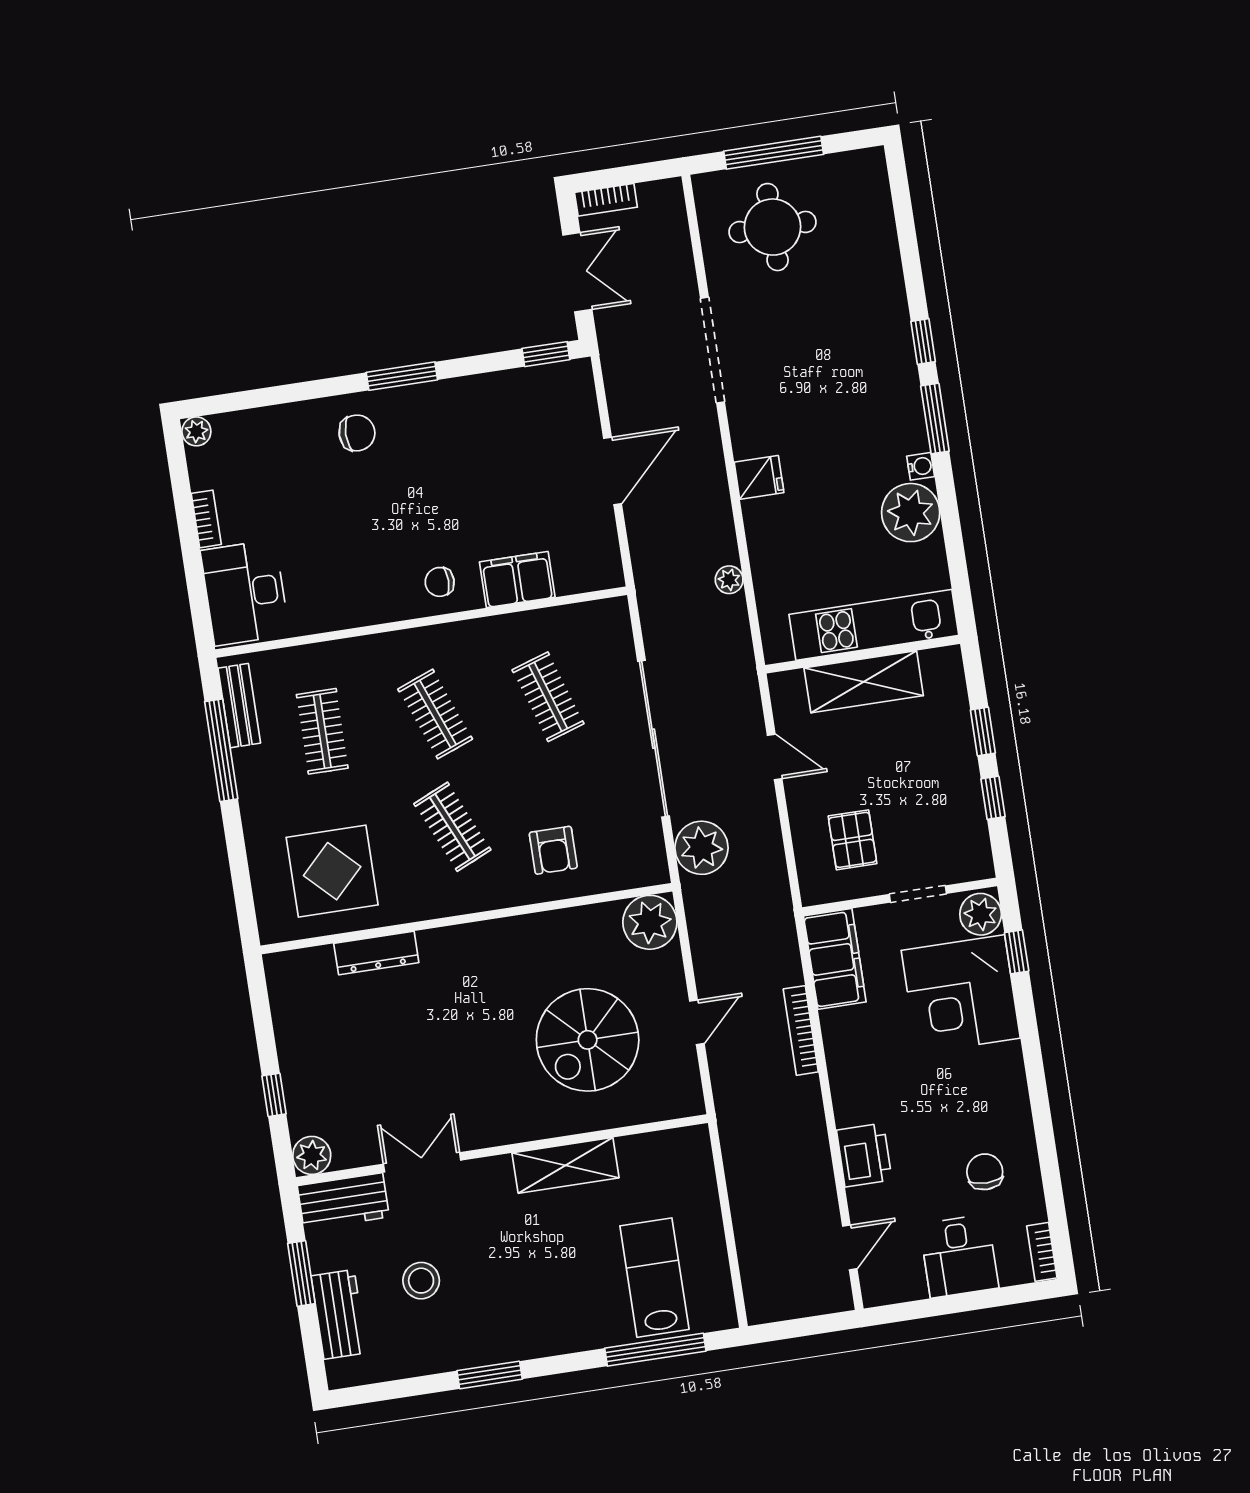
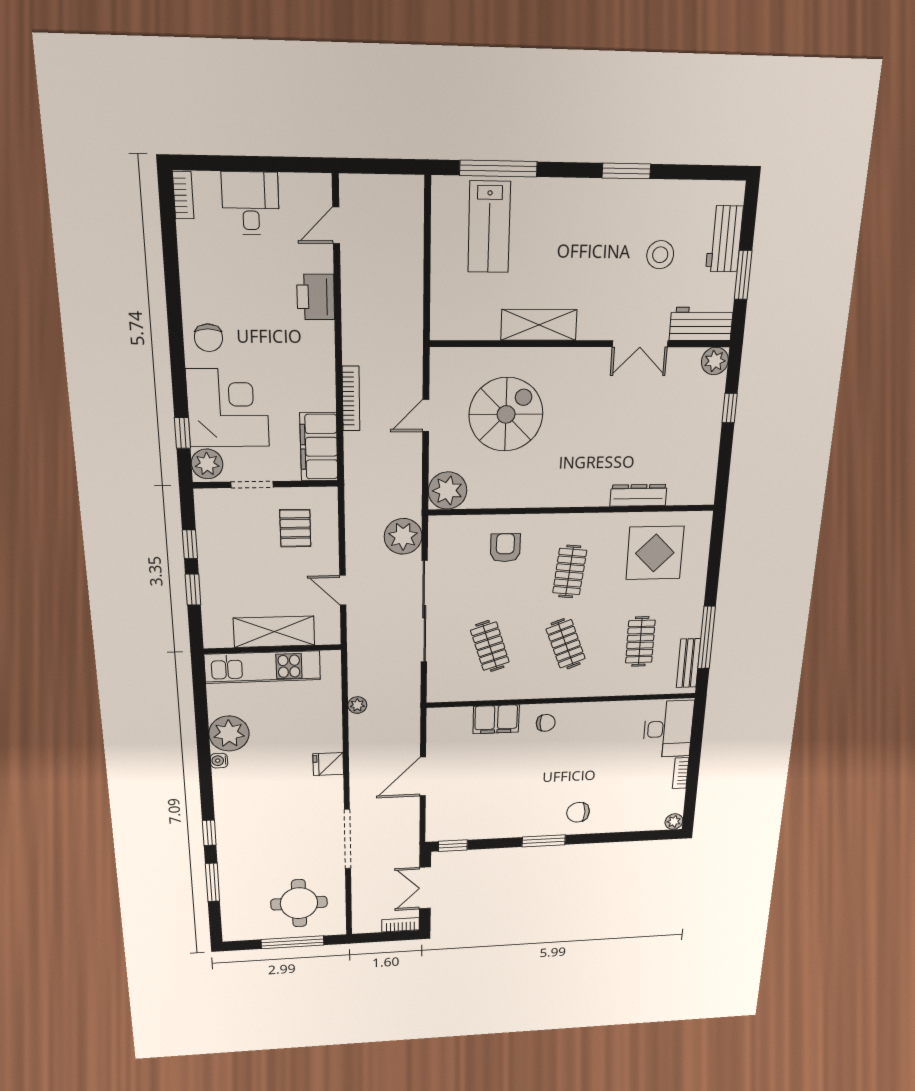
window: (935, 419) -> (213, 882), moved
clothes rail: (452, 827) -> (570, 572), turned 30
chair: (985, 1172) -> (209, 338), moved

